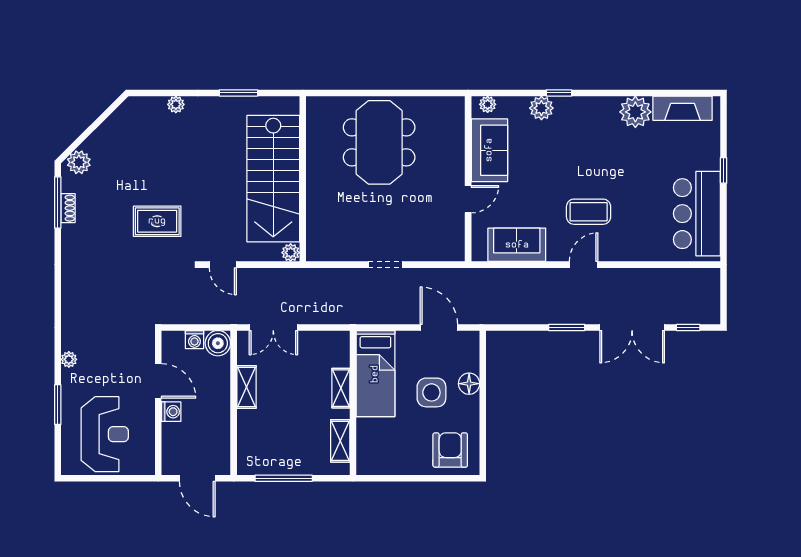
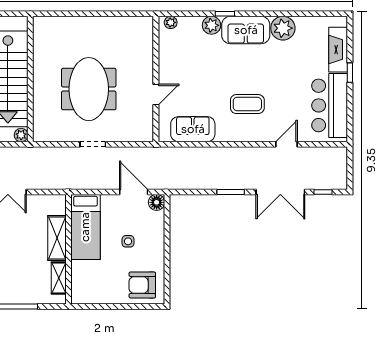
fireplace: (682, 108) -> (338, 50), moved, turned 90
meeting table: (379, 142) -> (89, 89), moved
sofa: (489, 150) -> (246, 30), moved, turned 90
door: (584, 265) -> (287, 144), moved
floor lamp: (469, 384) -> (157, 202), moved
shelving: (341, 388) -> (57, 238), width x1.50, depth x1.33
side table: (431, 392) -> (128, 241), width x0.54, depth x0.54
armchair: (450, 450) -> (142, 285), turned -90

